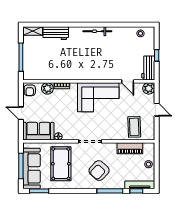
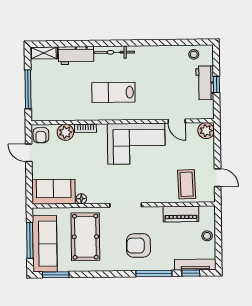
bicycle: (97, 31) -> (115, 52), moved
lab bench: (82, 60) -> (113, 92), added
workbench: (148, 68) -> (205, 83), moved
door: (157, 110) -> (218, 178), moved
door: (21, 113) -> (29, 153), moved
armchair: (99, 171) -> (138, 246), turned 47

